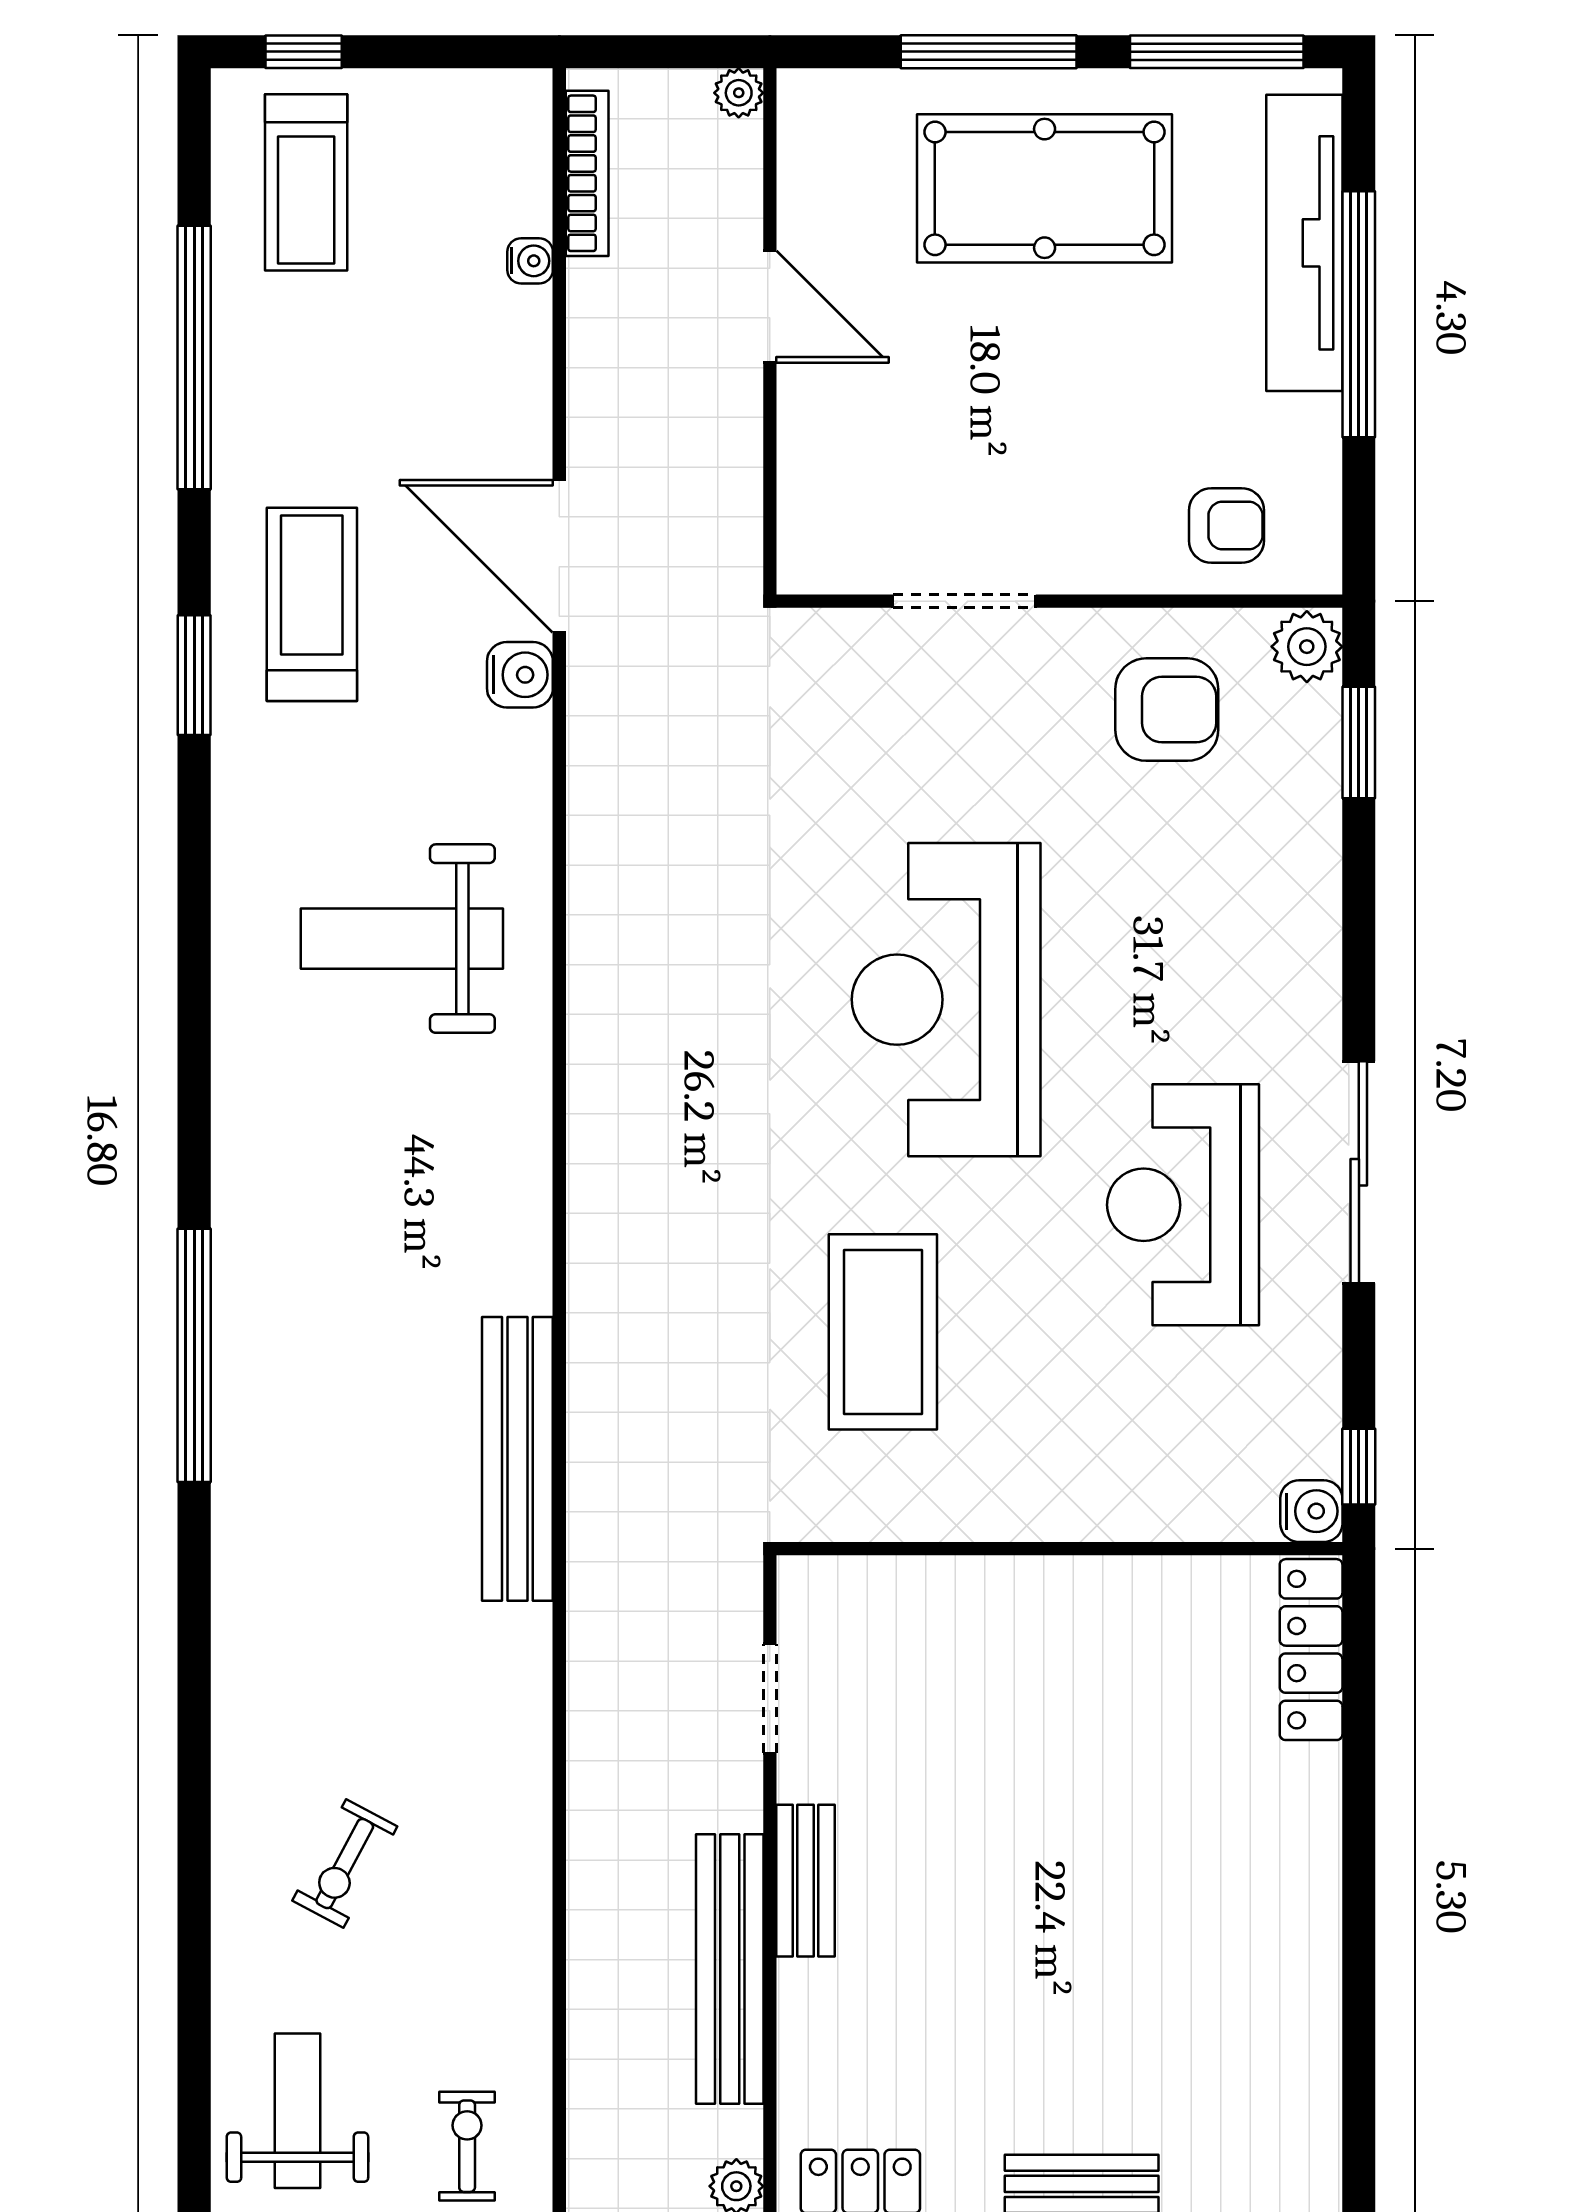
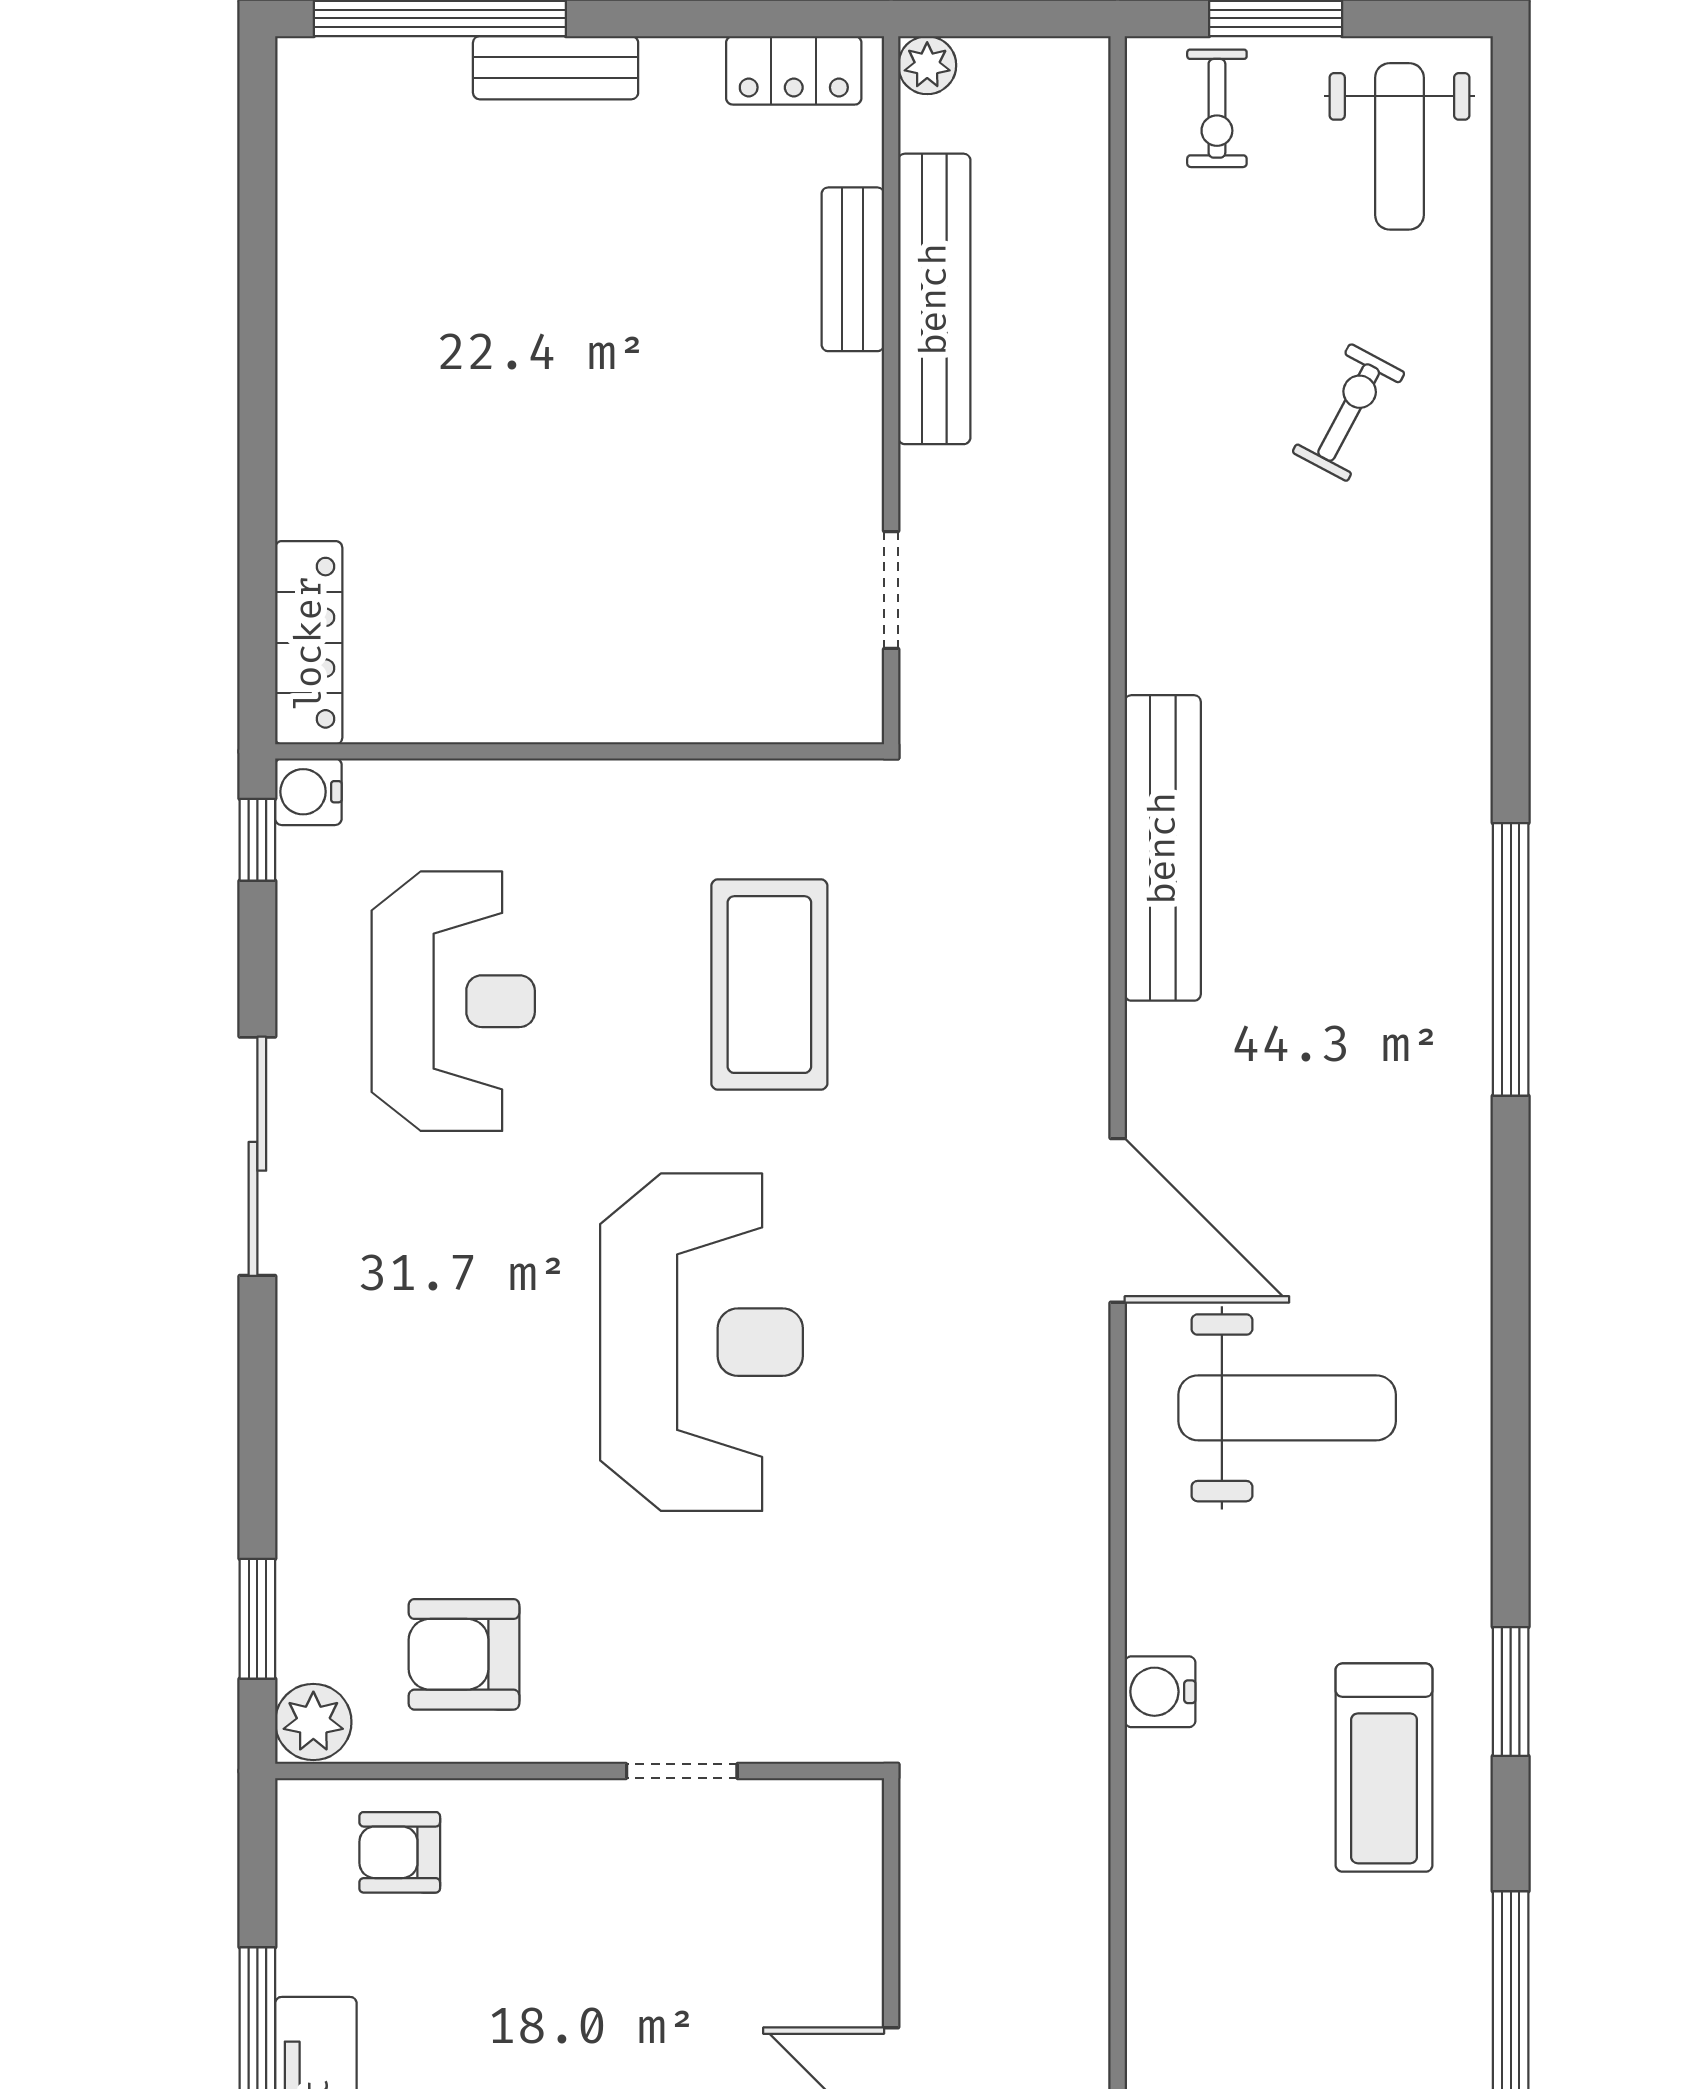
door: (559, 556) -> (1118, 1220), moved
doorway: (964, 601) -> (682, 1771), width x0.73
reception desk: (1183, 1205) -> (453, 1001), moved
bench: (805, 1881) -> (853, 269), moved

